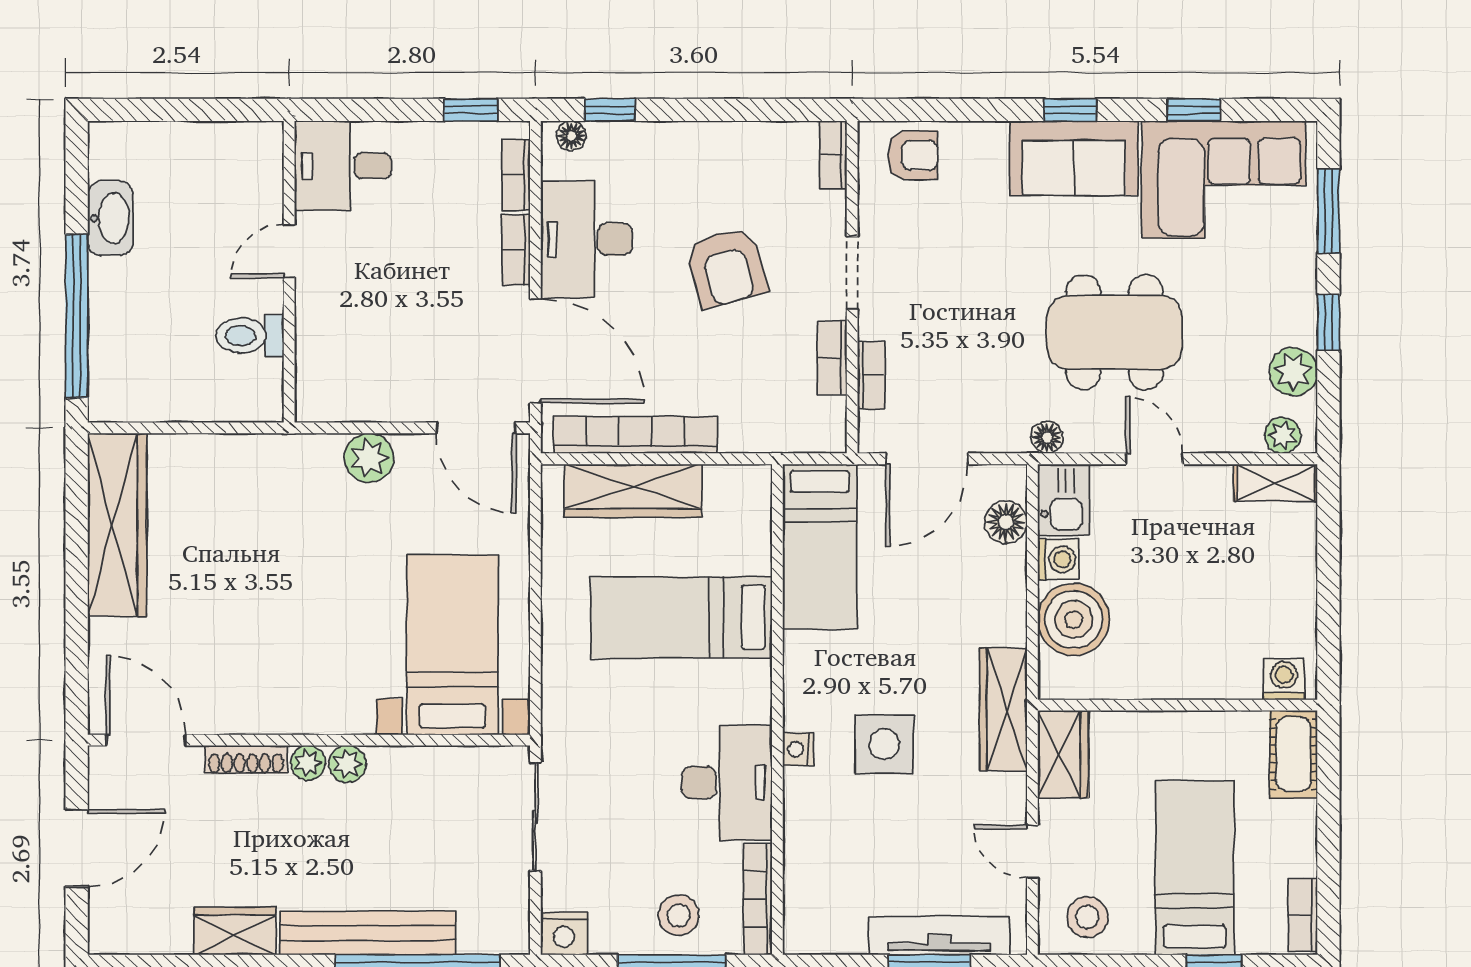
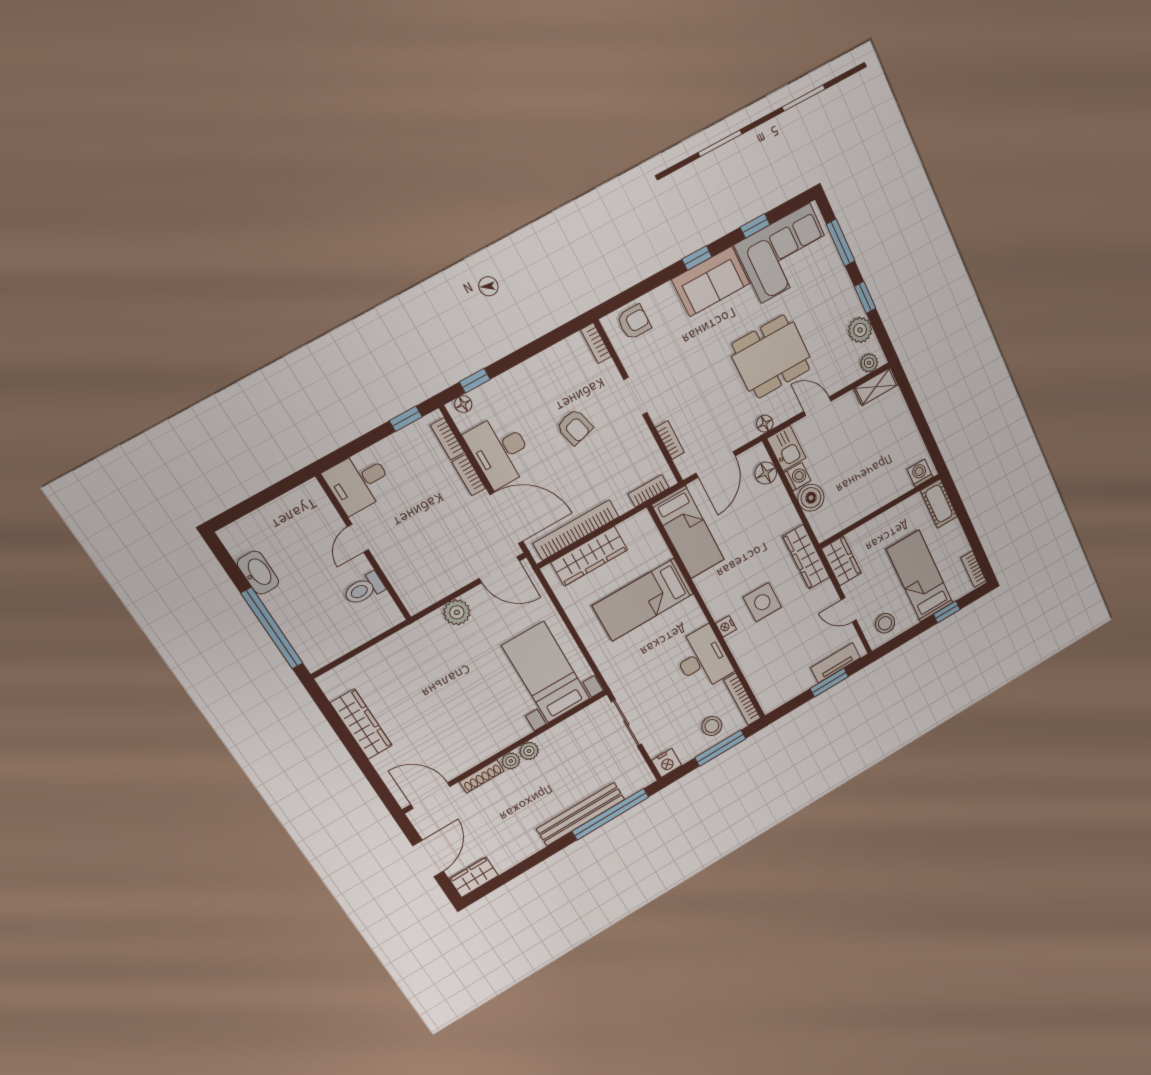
armchair: (726, 267) -> (575, 427), width x0.72, depth x0.72
bookcase: (832, 358) -> (649, 491), moved, turned 90
wardrobe: (117, 525) -> (361, 724), width x0.71, depth x0.85
boiler: (1074, 619) -> (811, 498), width x0.73, depth x0.73
wardrobe: (235, 931) -> (474, 877), moved
tv unit: (939, 936) -> (836, 663), width x0.71

